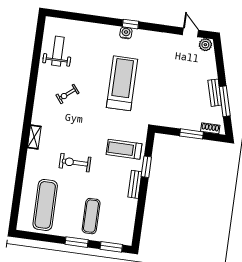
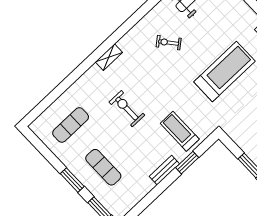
exercise mat: (45, 205) -> (71, 125), width x0.73, depth x0.69
exercise mat: (91, 216) -> (103, 167), turned 90

